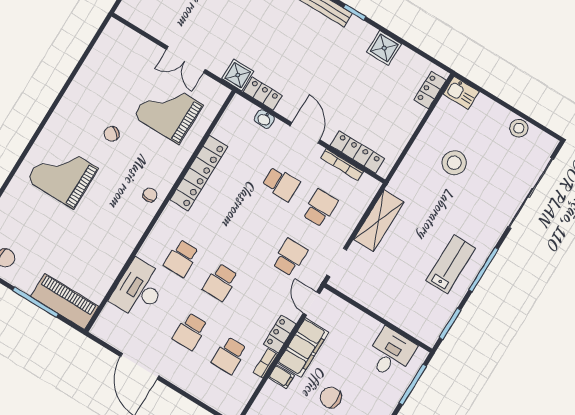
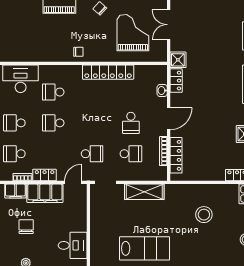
lab bench: (451, 264) -> (145, 248), width x1.36, depth x1.39
filing cabinet: (281, 377) -> (15, 191), width x2.00

